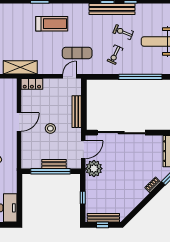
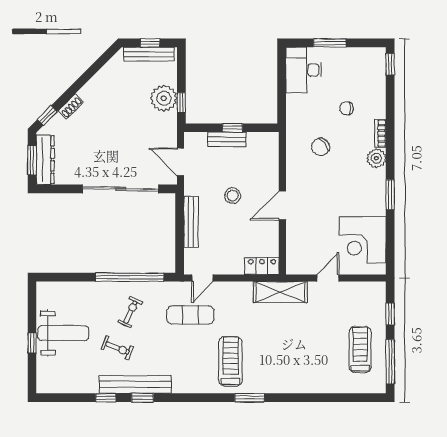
treadmill: (52, 24) -> (230, 361), turned 90
window: (140, 77) -> (130, 277), moved
door: (83, 150) -> (181, 162), hinge flipped
plant: (94, 169) -> (164, 98), moved
window: (50, 171) -> (233, 128), width x0.32
window: (83, 198) -> (181, 103), moved

